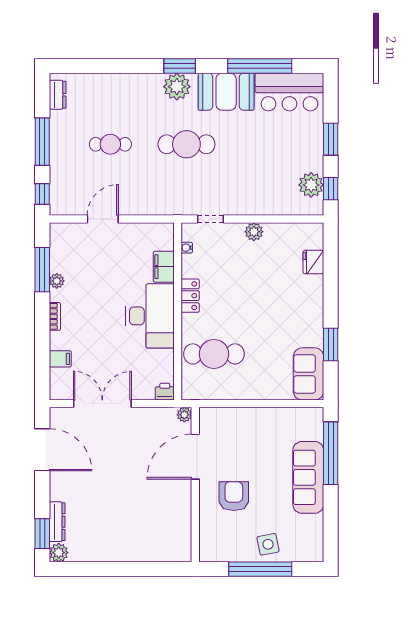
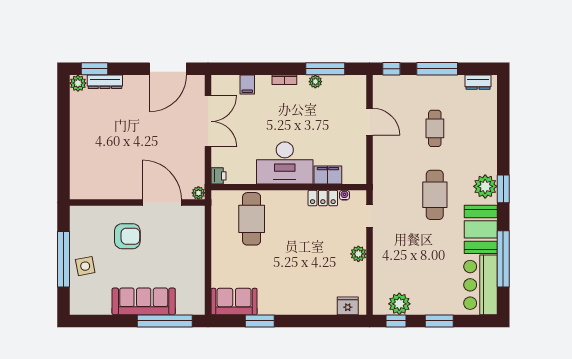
fridge: (313, 262) -> (348, 306), moved
locker: (190, 296) -> (323, 198), moved

